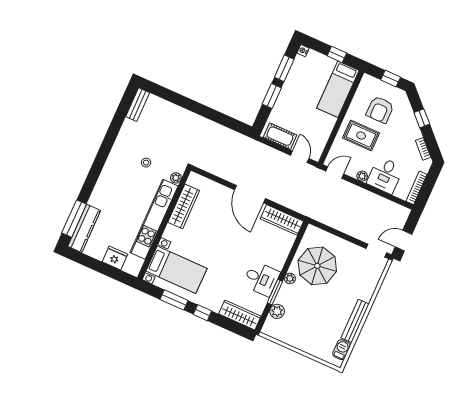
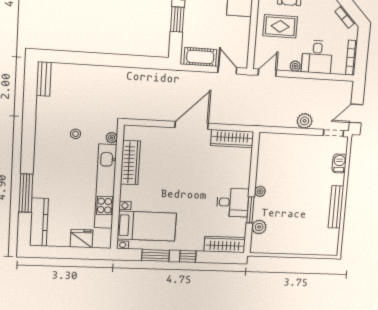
door: (250, 194) -> (192, 125), swing flipped
window: (74, 219) -> (26, 193), moved
plant: (354, 229) -> (305, 121), added
parasol: (317, 266) -> (282, 169), removed
barbecue: (341, 350) -> (339, 163), moved

